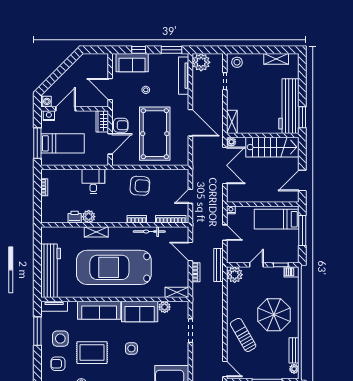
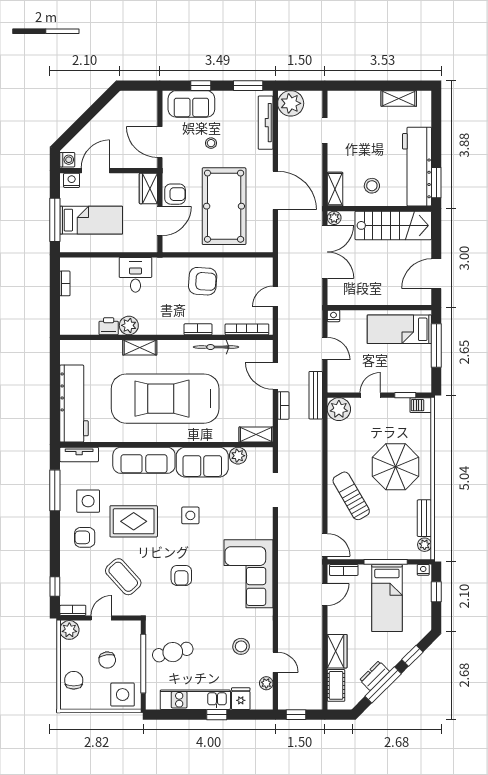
stool: (237, 62) -> (372, 186), moved

